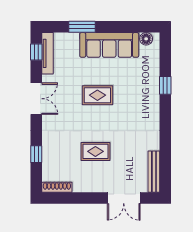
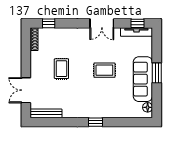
window: (82, 27) -> (157, 73), moved
window: (165, 85) -> (96, 122), moved
rug: (97, 95) -> (104, 70), turned 90
window: (36, 154) -> (49, 23), moved

